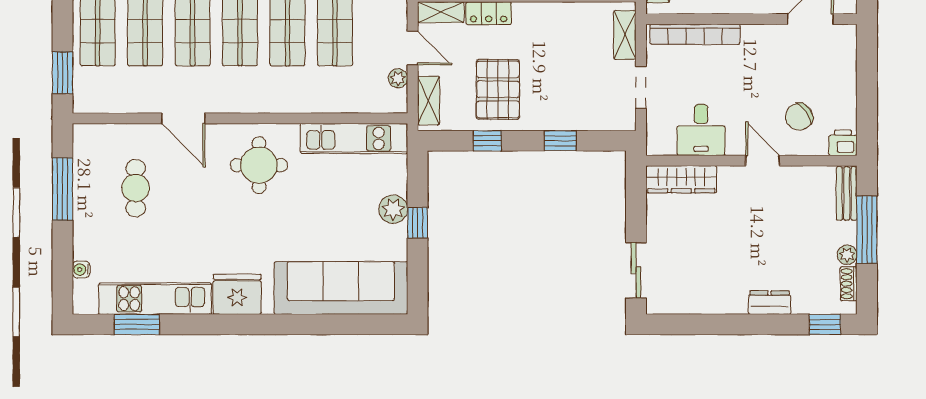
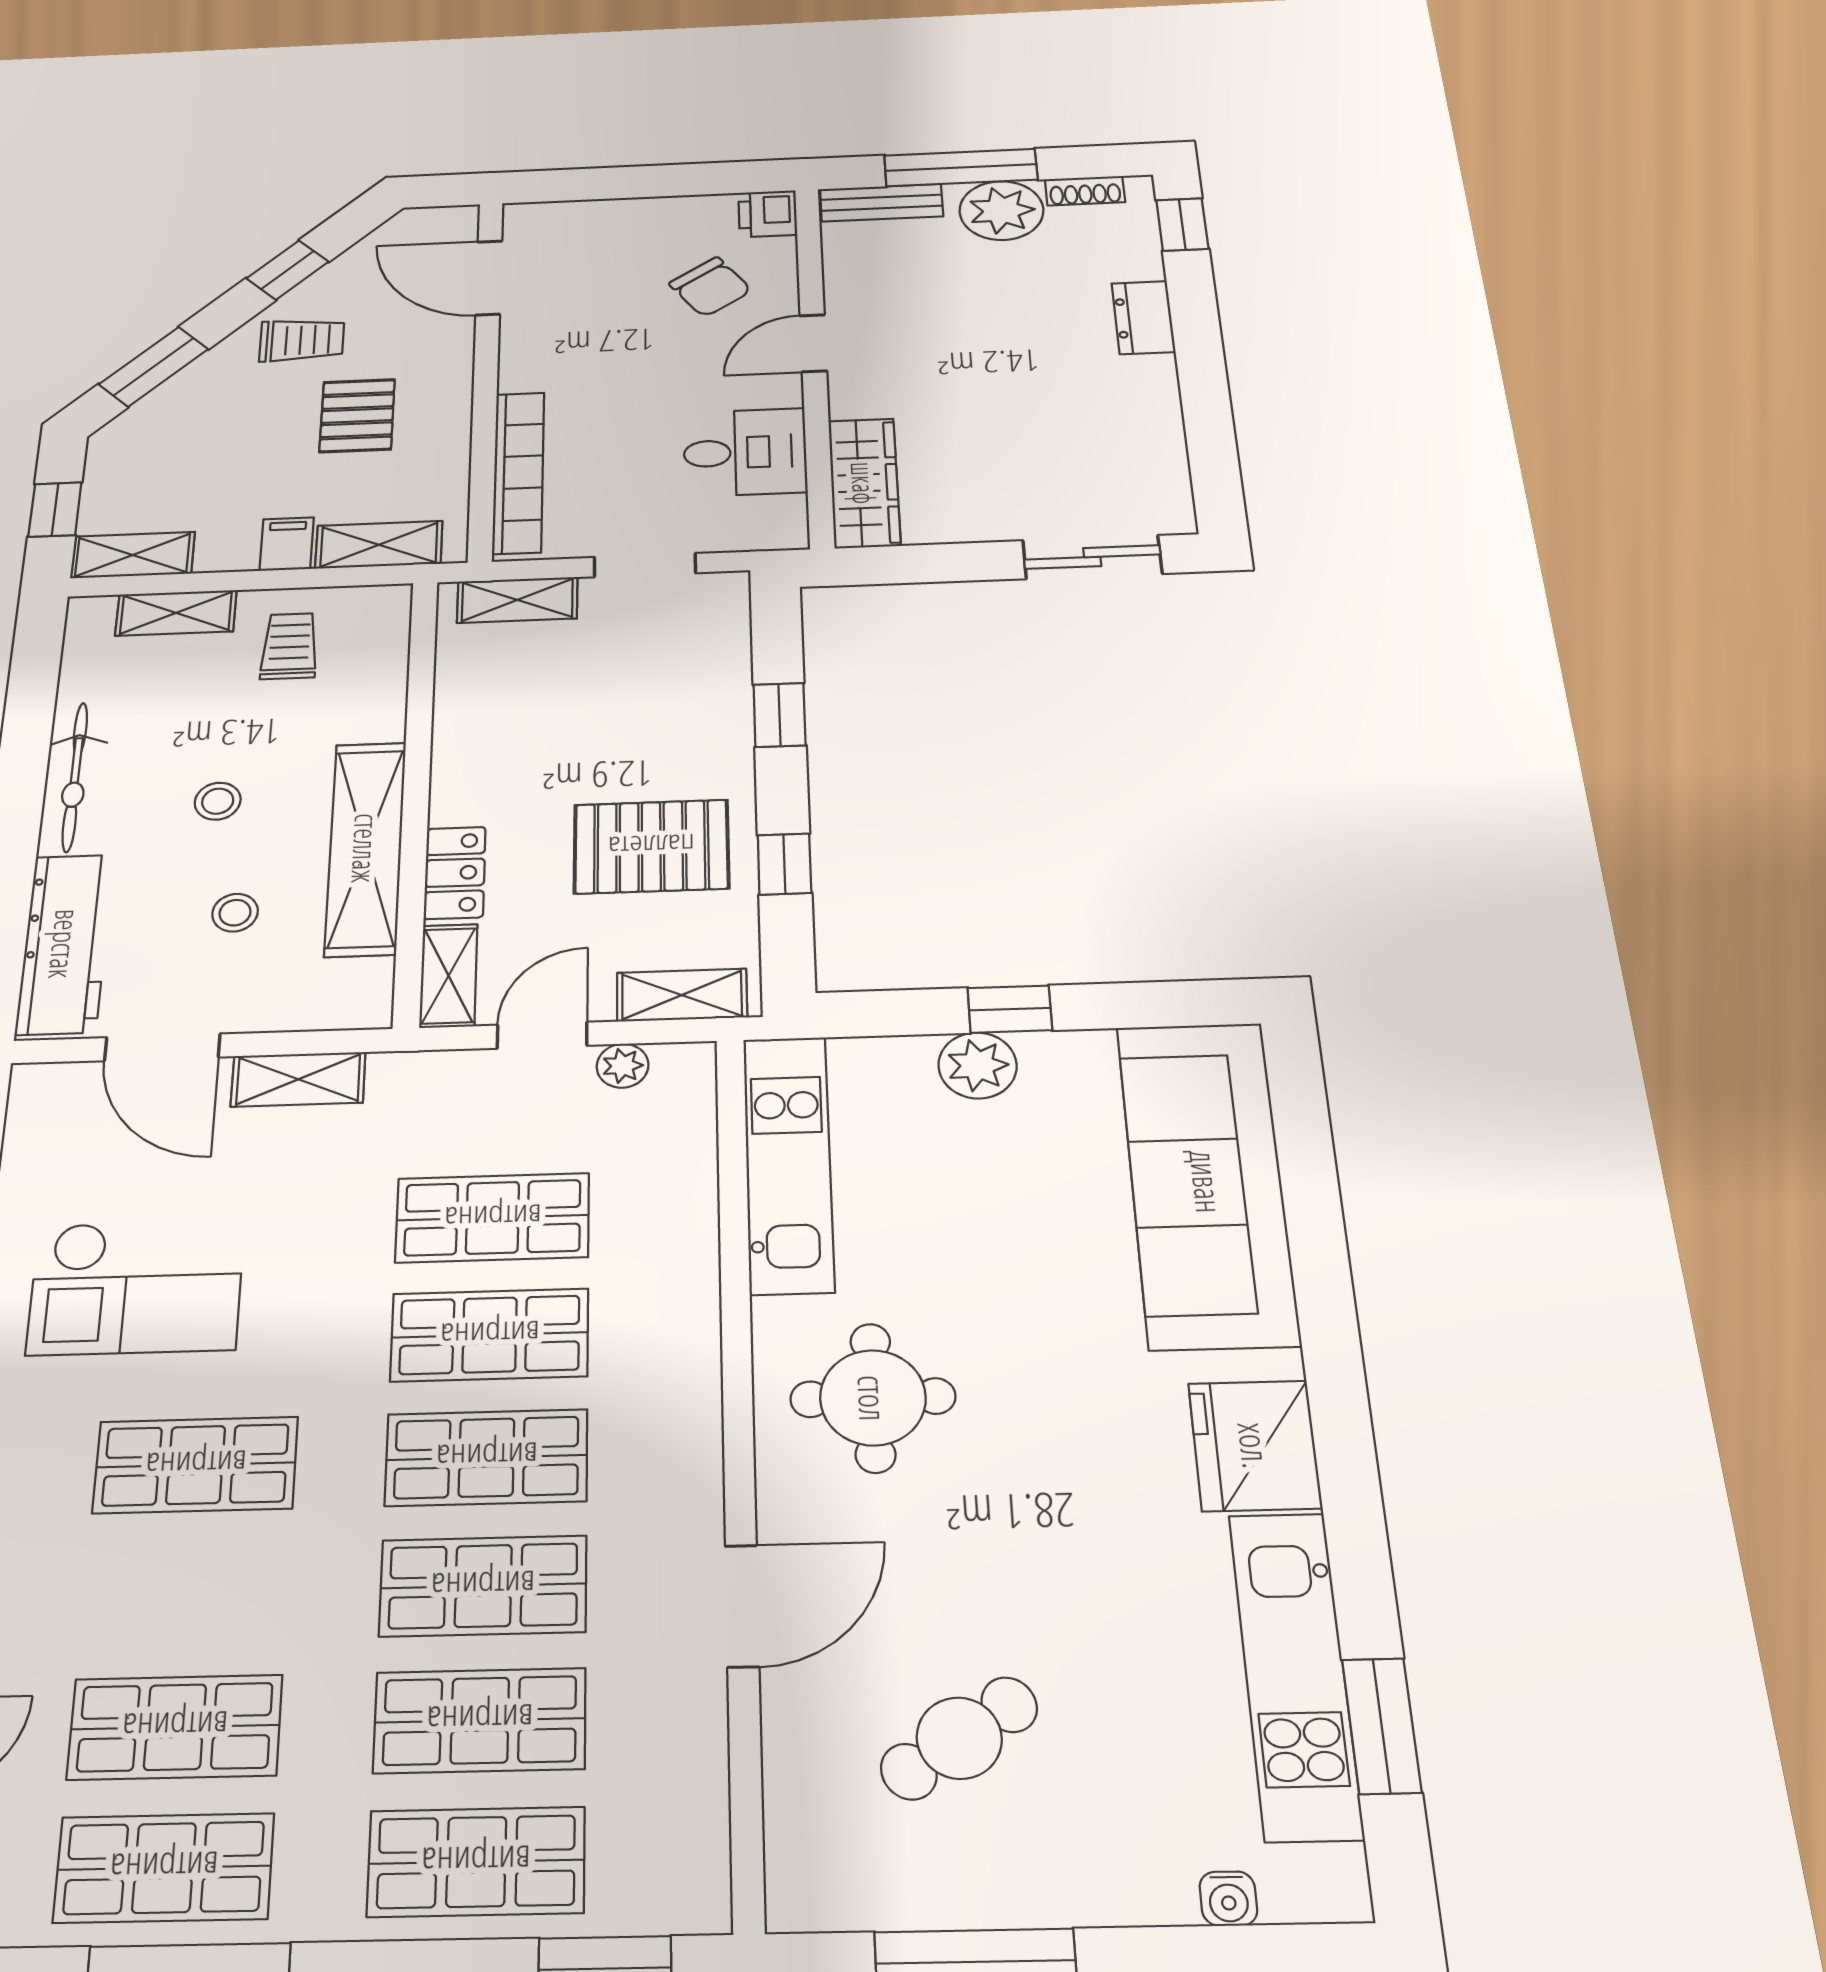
cafe table: (136, 188) -> (959, 1738), turned -33
plant: (847, 255) -> (1001, 211), width x1.87, depth x1.87

